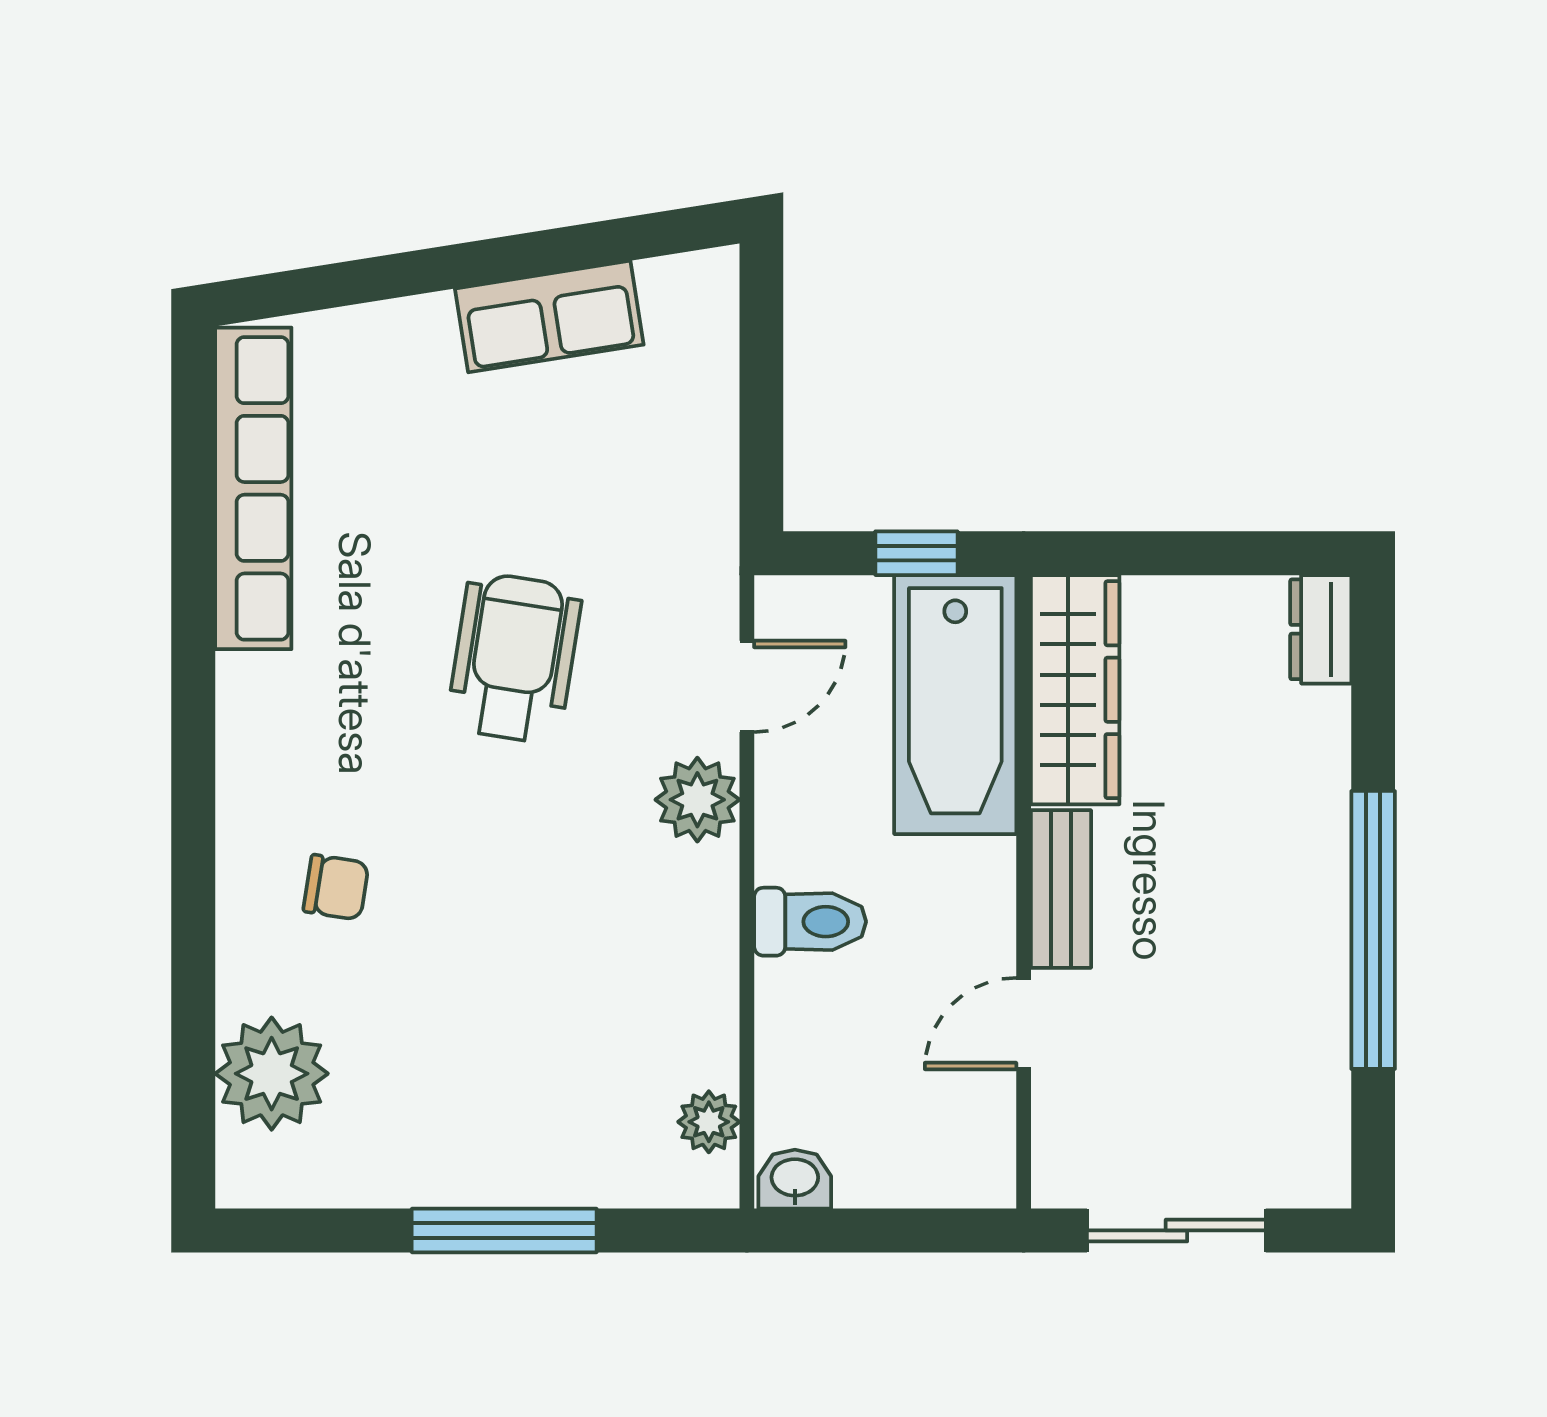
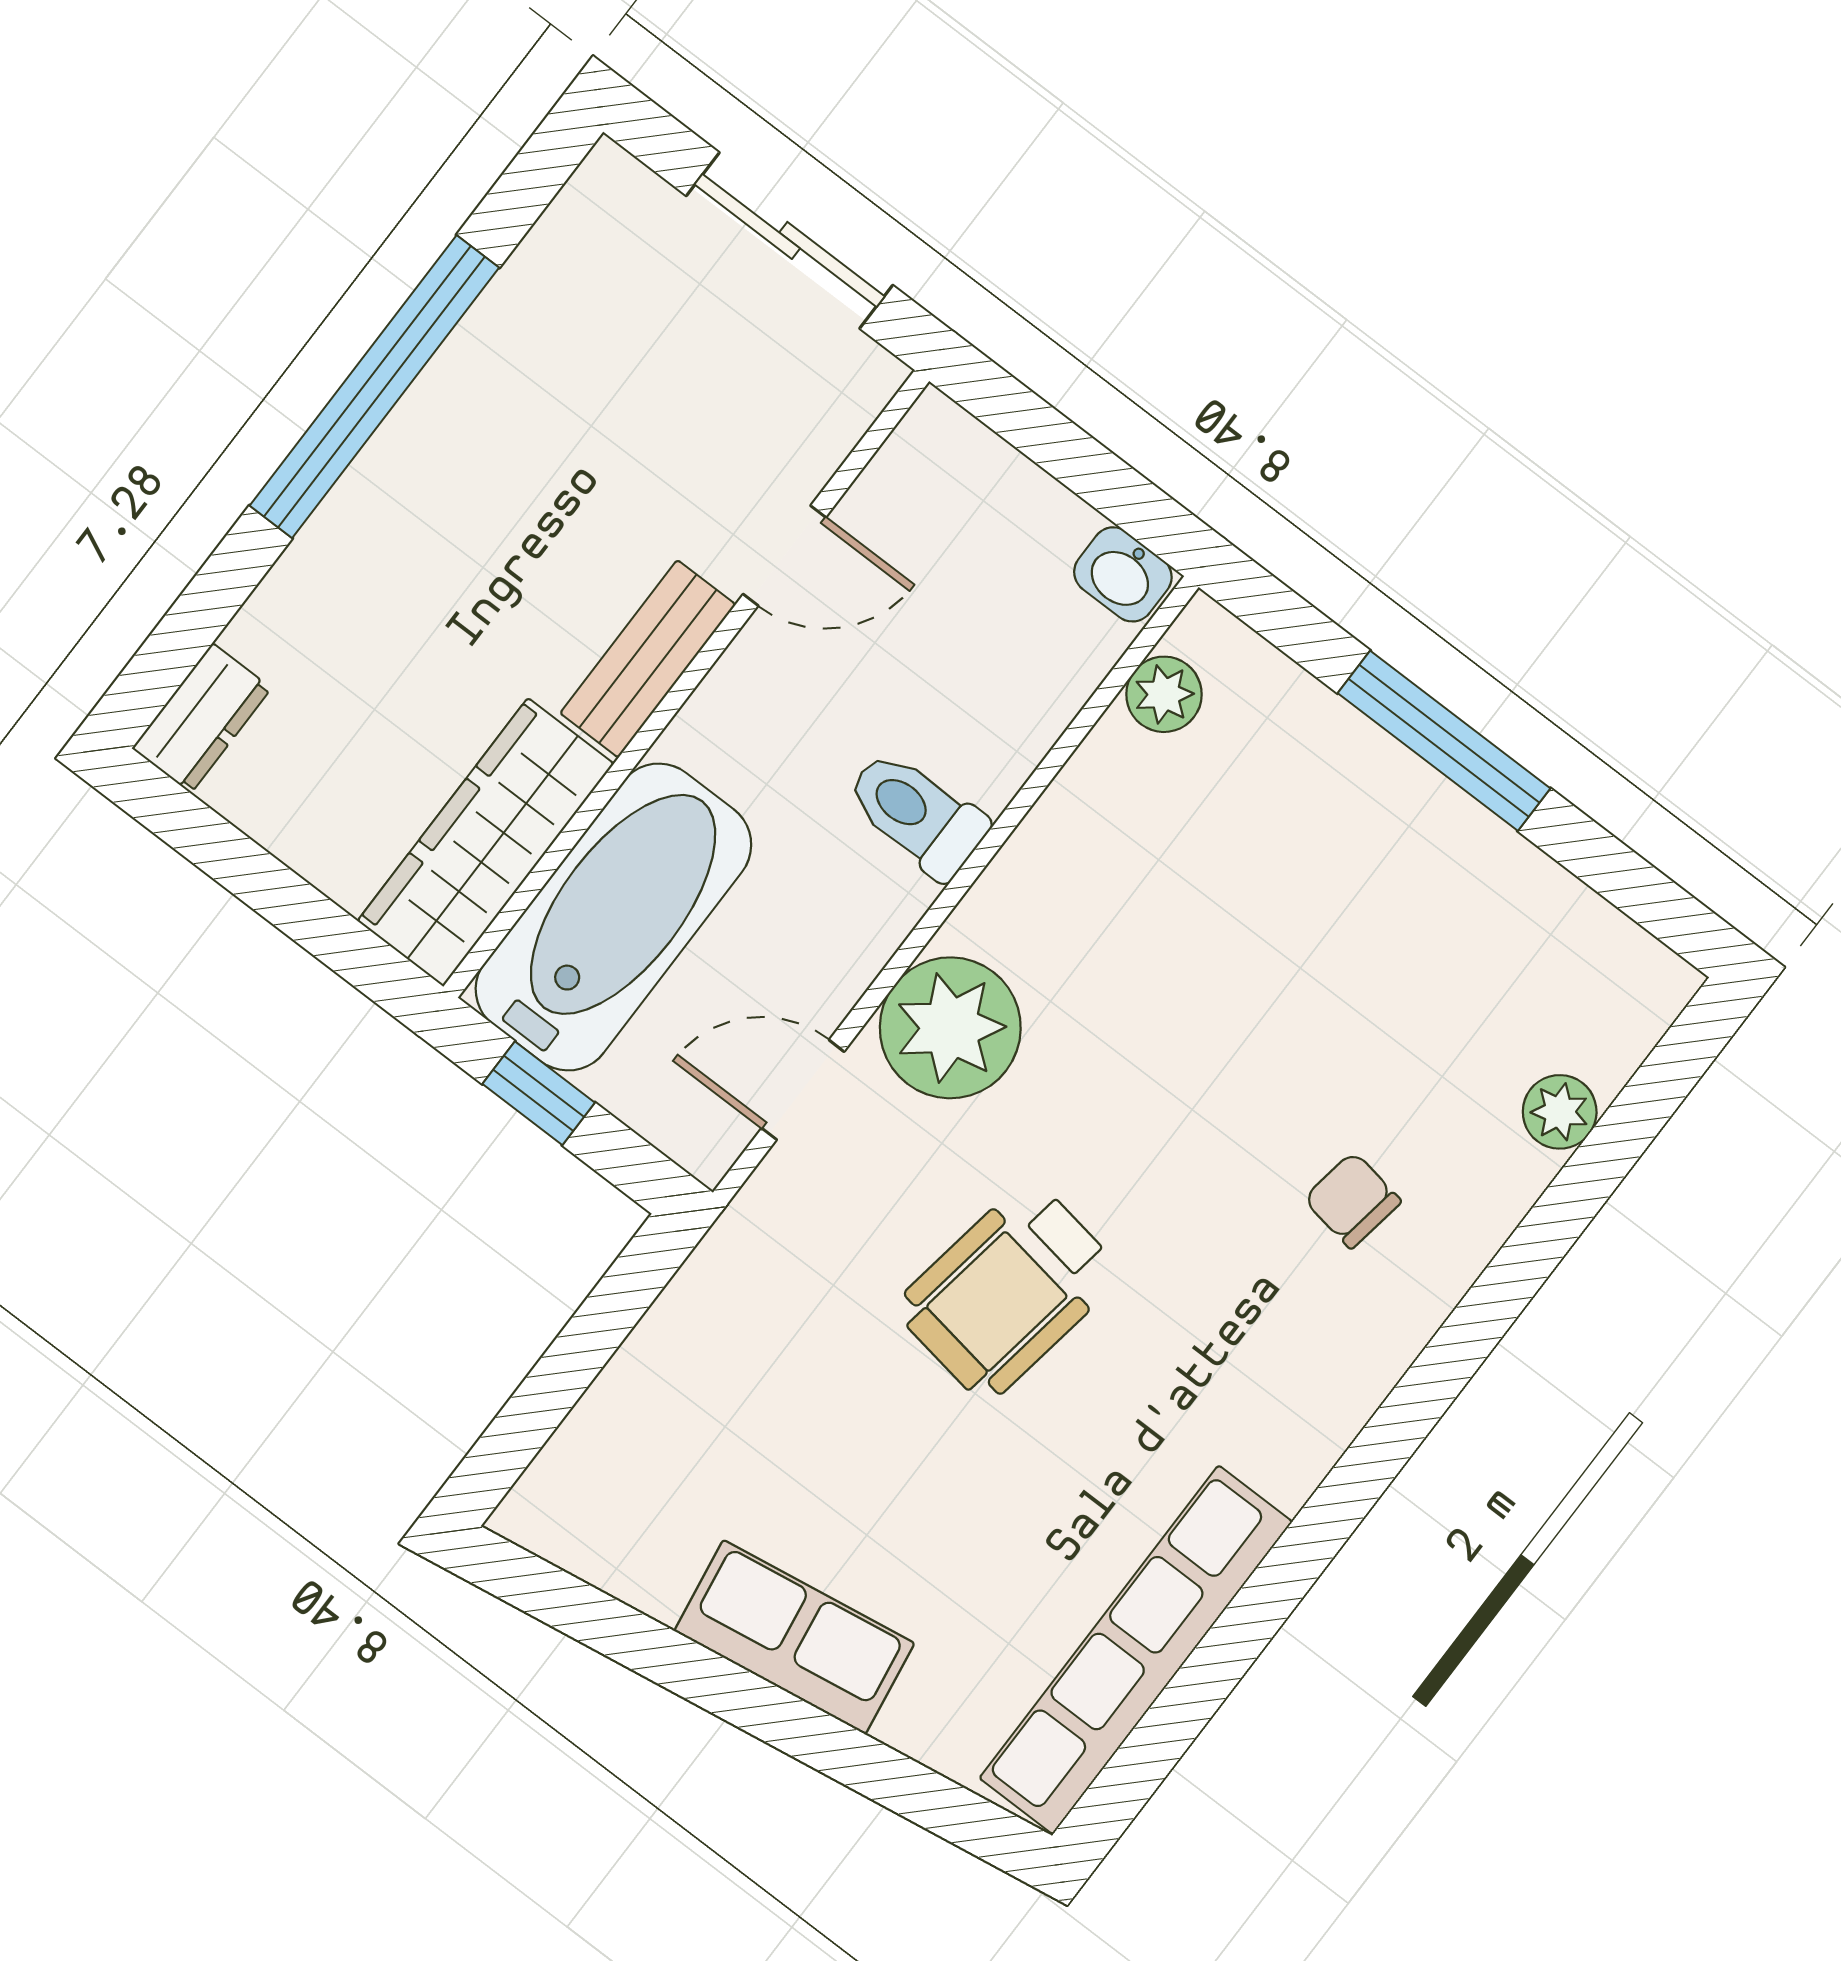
row of seats: (549, 317) -> (794, 1637), moved
plant: (697, 800) -> (950, 1028), width x1.36, depth x1.36
plant: (272, 1074) -> (1560, 1112), width x0.53, depth x0.53

